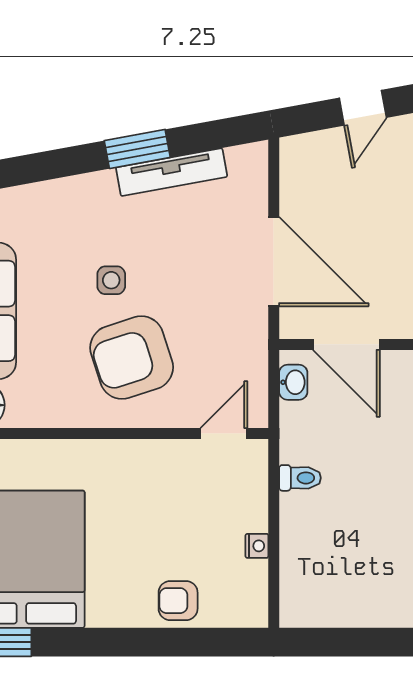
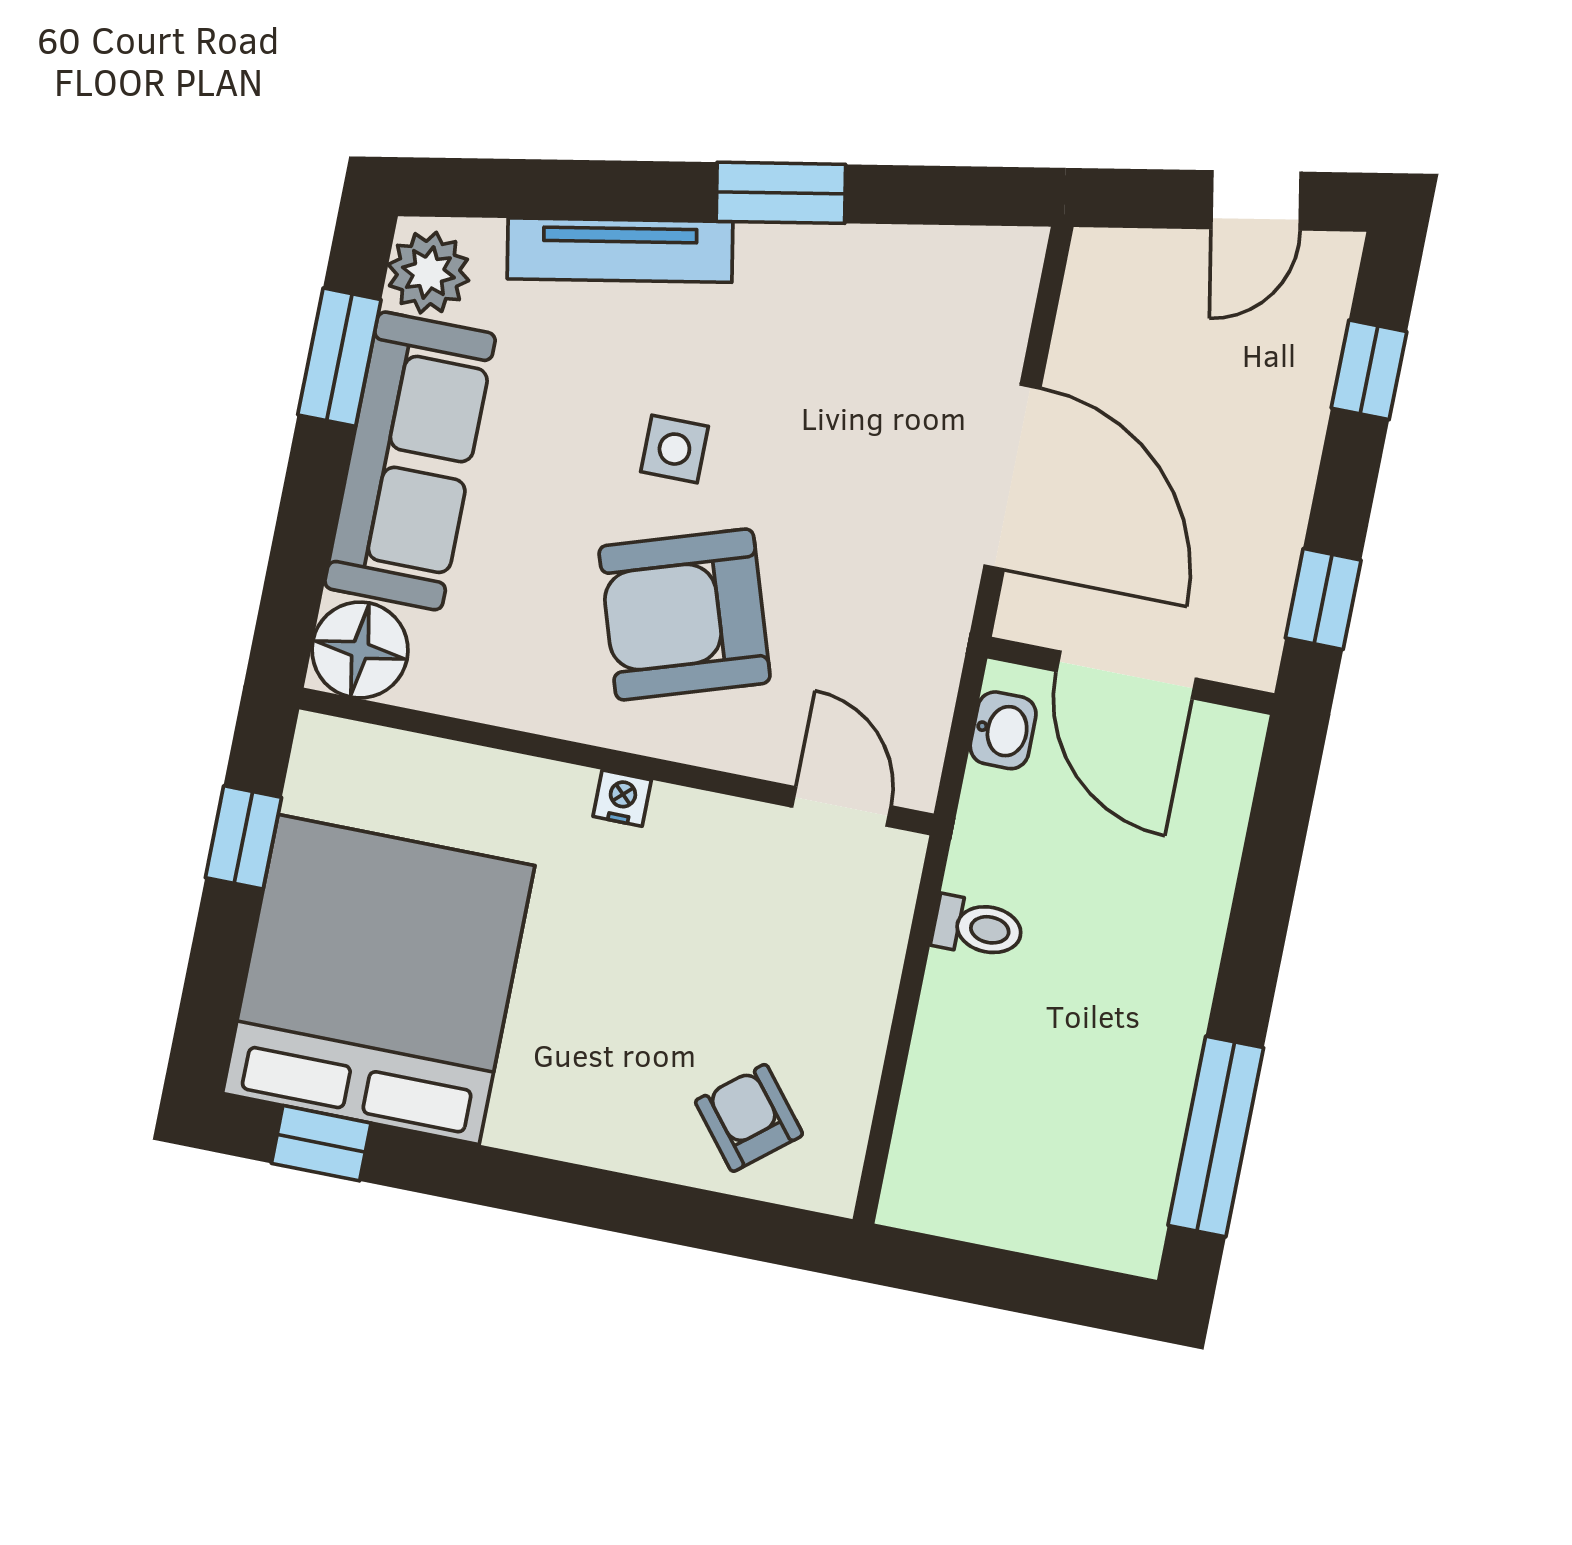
tv unit: (172, 172) -> (620, 250), moved
door: (224, 434) -> (841, 806), hinge flipped
nightstand: (257, 546) -> (622, 798), moved, turned -90
armchair: (178, 601) -> (749, 1118), moved, turned 51

